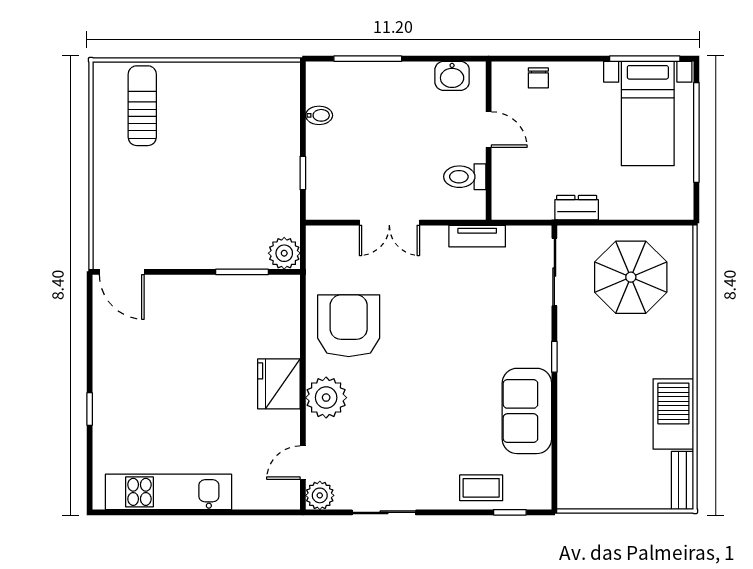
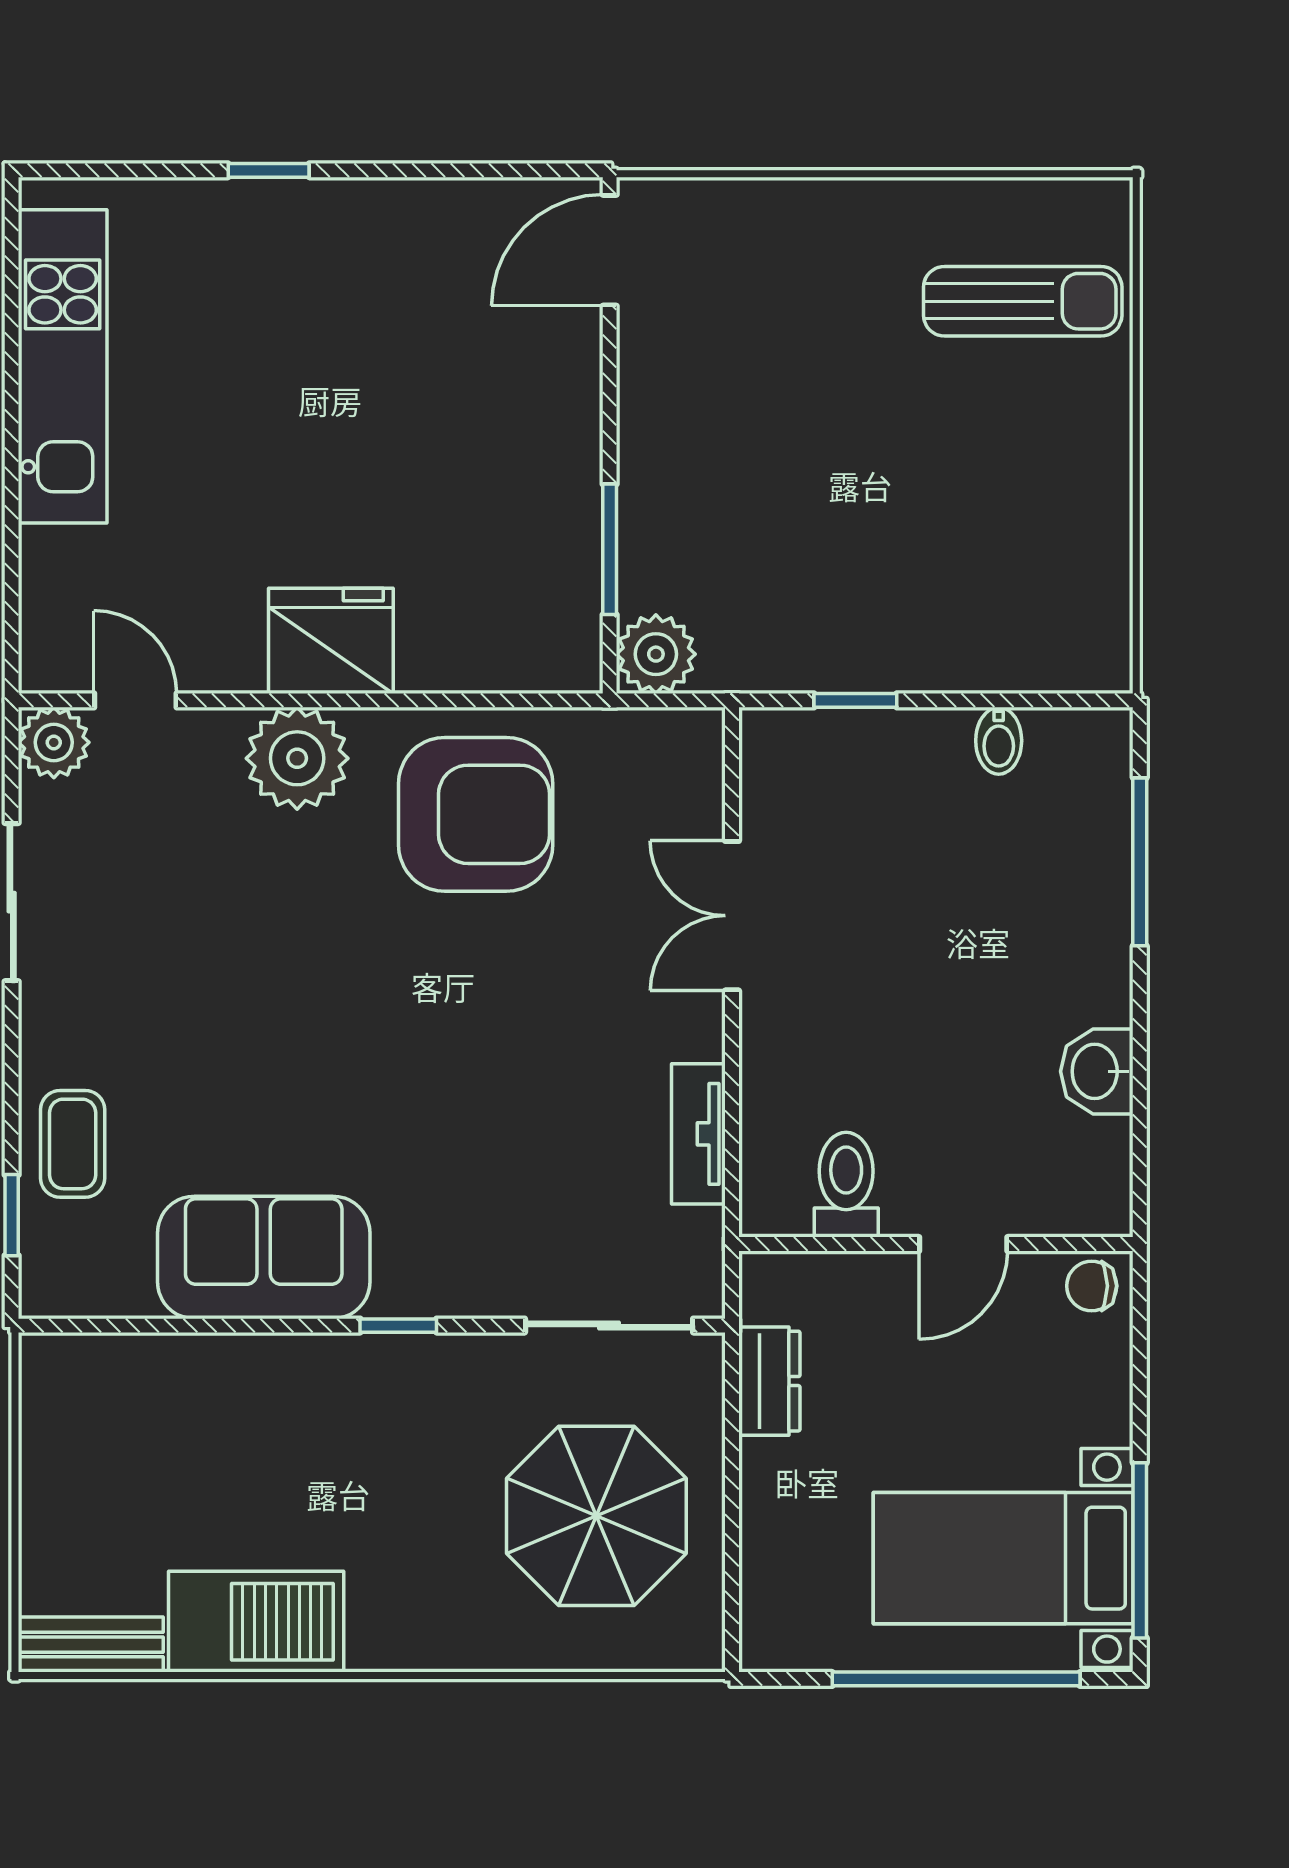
door: (489, 130) -> (963, 1244), moved
wall: (489, 141) -> (936, 1244), moved
toilet: (465, 177) -> (846, 1185), moved

